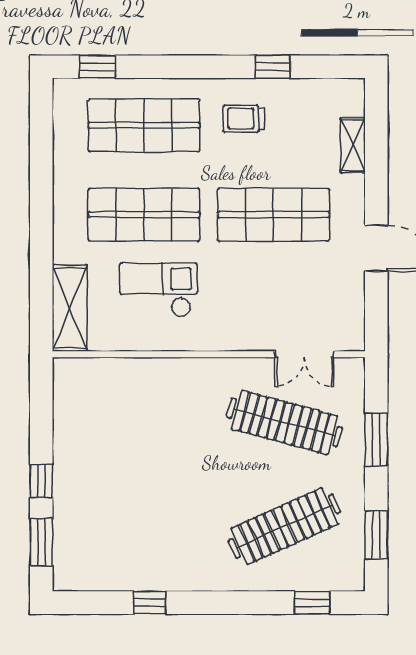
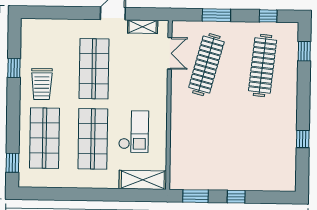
trolley: (244, 119) -> (42, 84), width x1.36, depth x1.39
shelving: (353, 145) -> (143, 27), moved
checkout: (159, 290) -> (134, 132), turned 180
clothes rail: (285, 526) -> (263, 65), turned 30
window: (376, 535) -> (268, 16), width x0.67
window: (41, 542) -> (195, 196), moved

